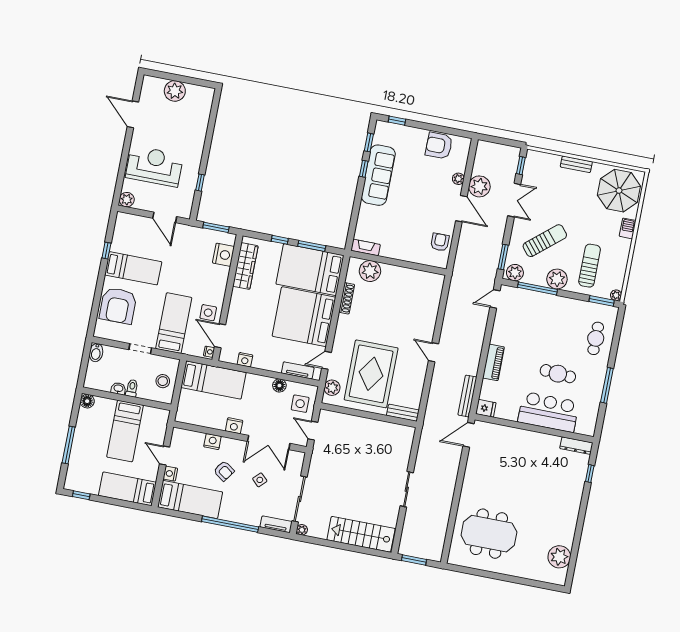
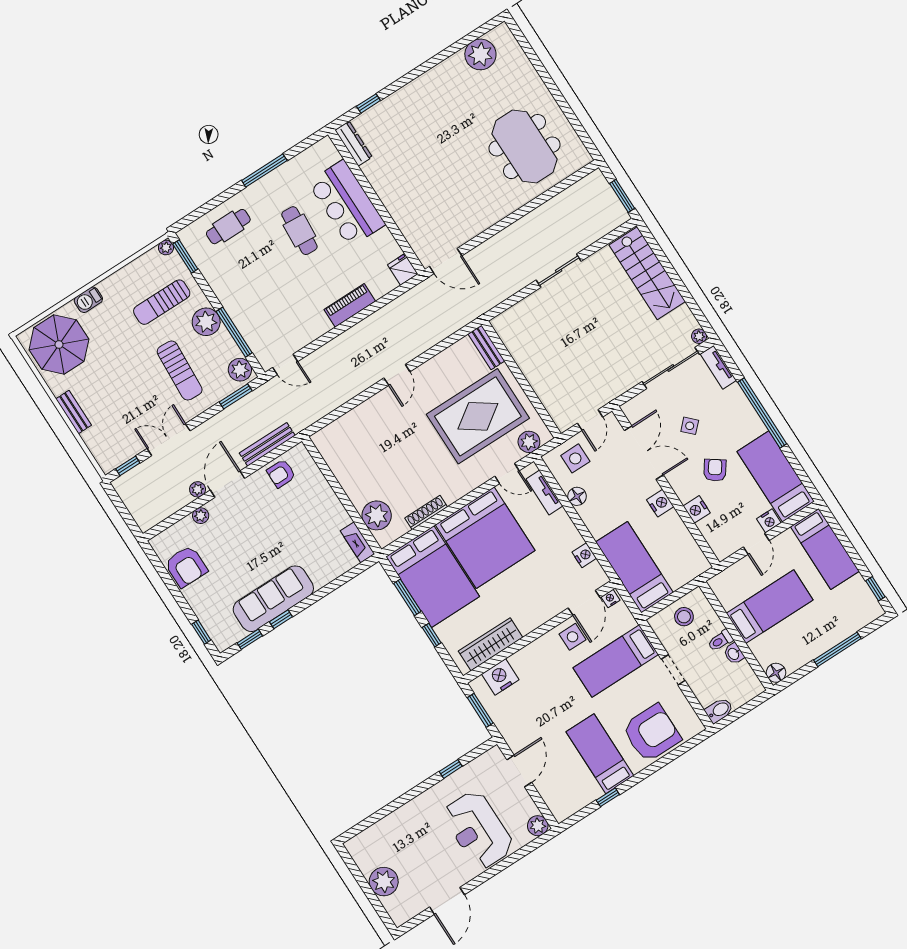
plant: (479, 186) -> (198, 489), width x0.53, depth x0.53
sun lounger: (545, 241) -> (180, 371), turned -137
bench: (467, 396) -> (267, 444), moved

